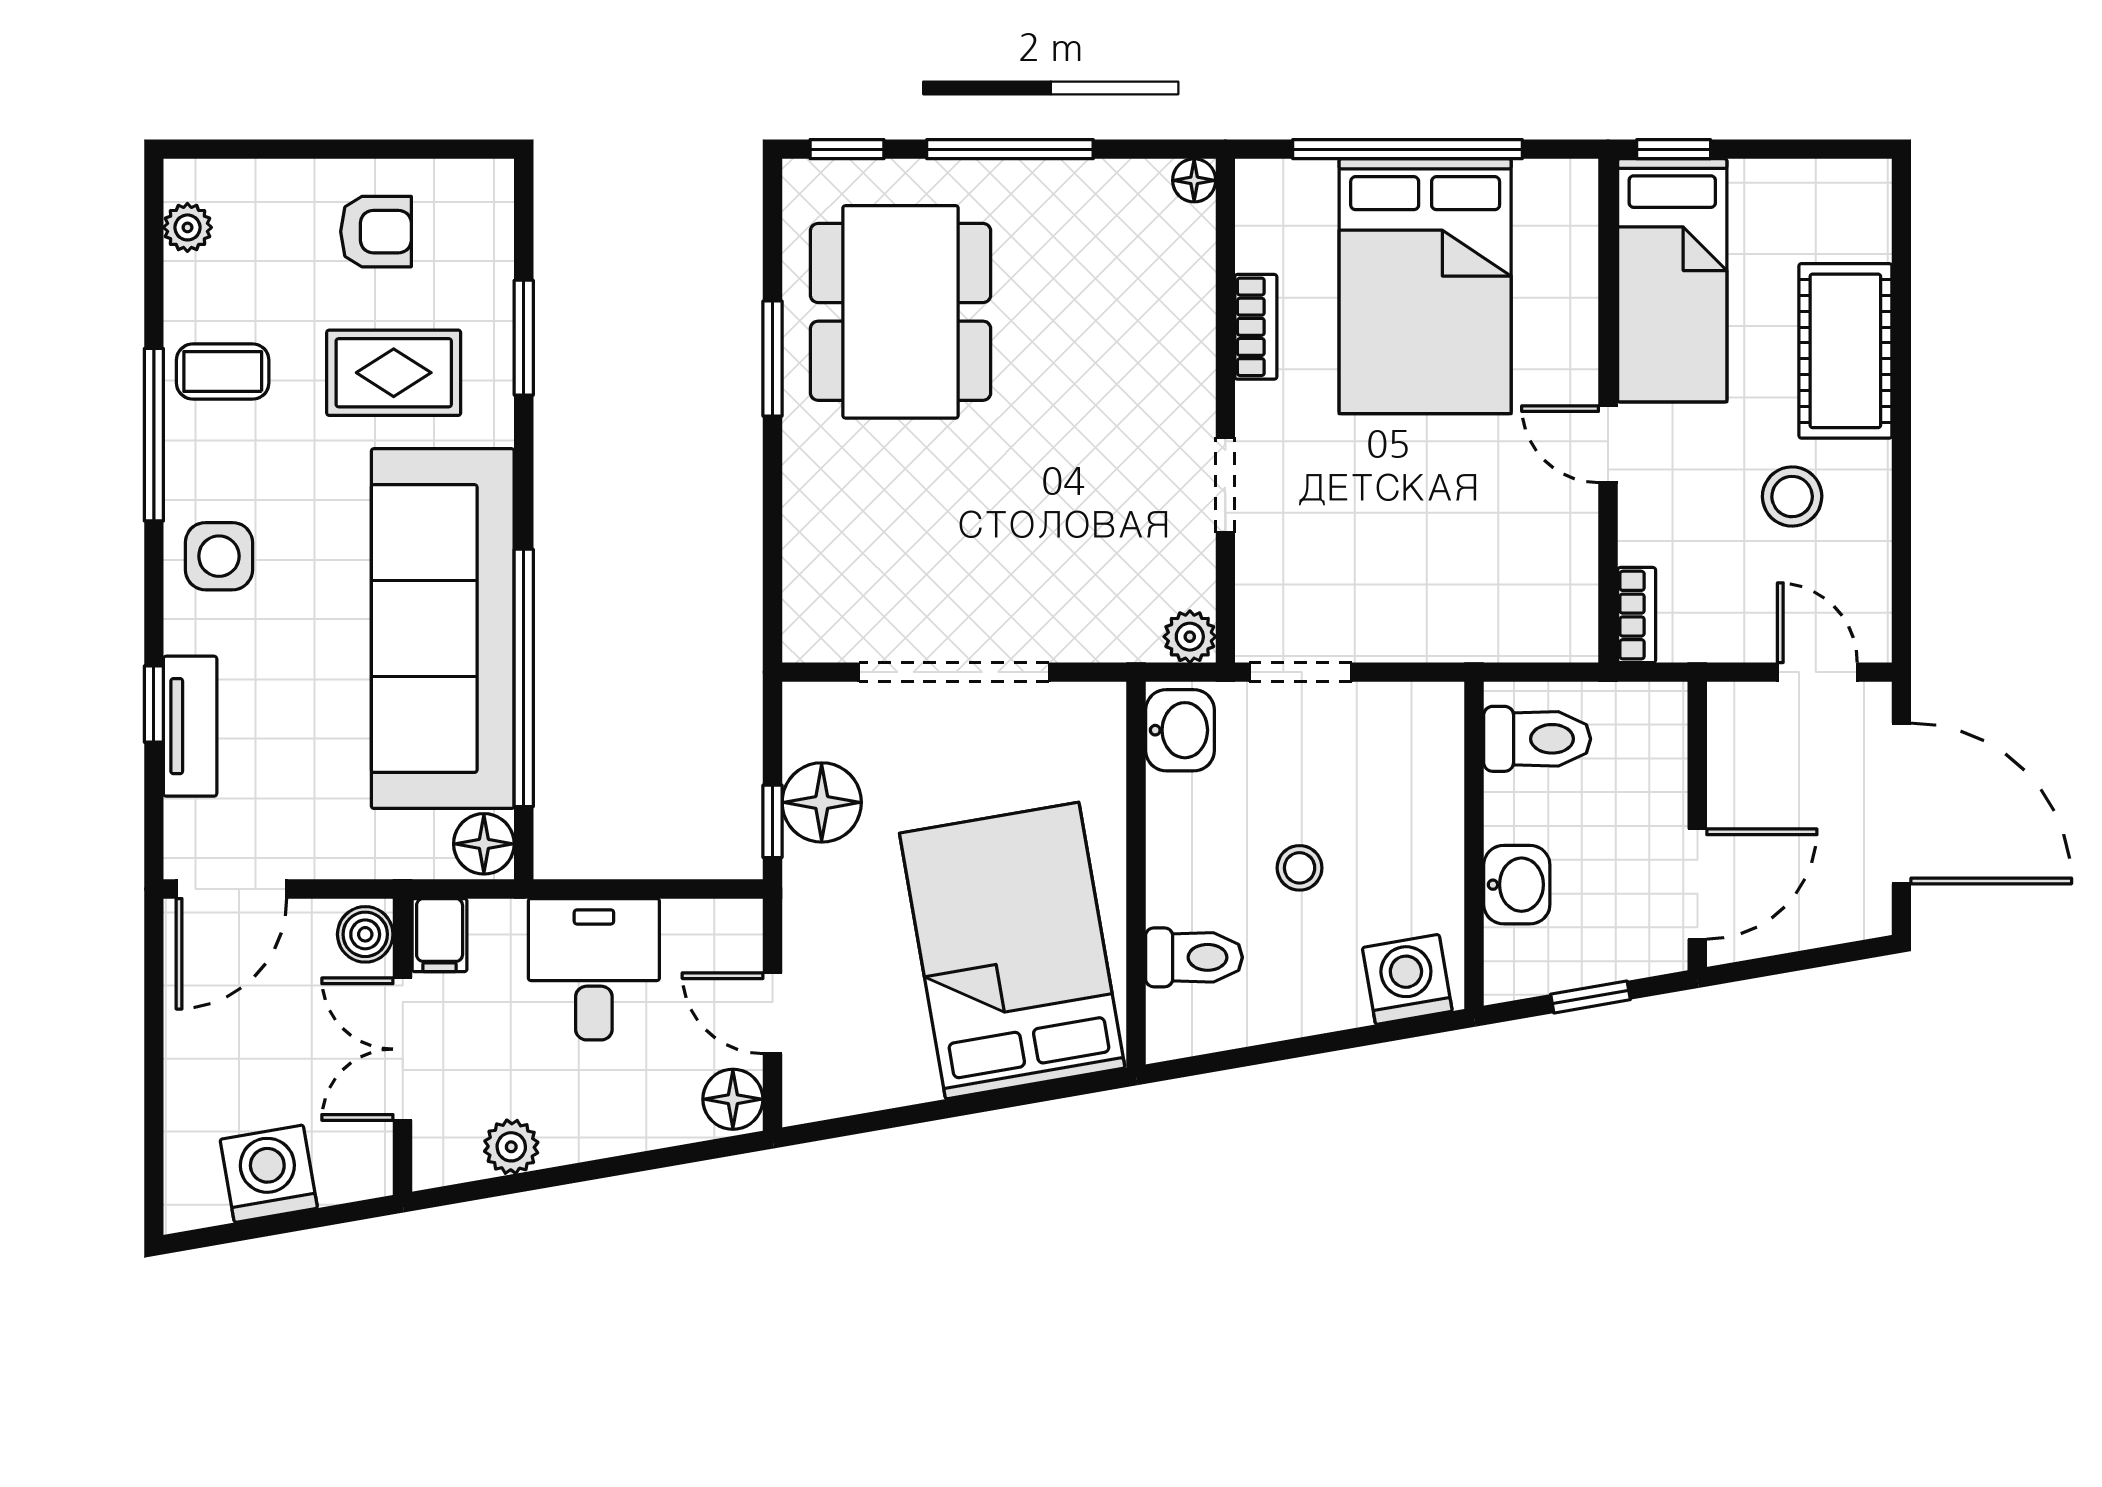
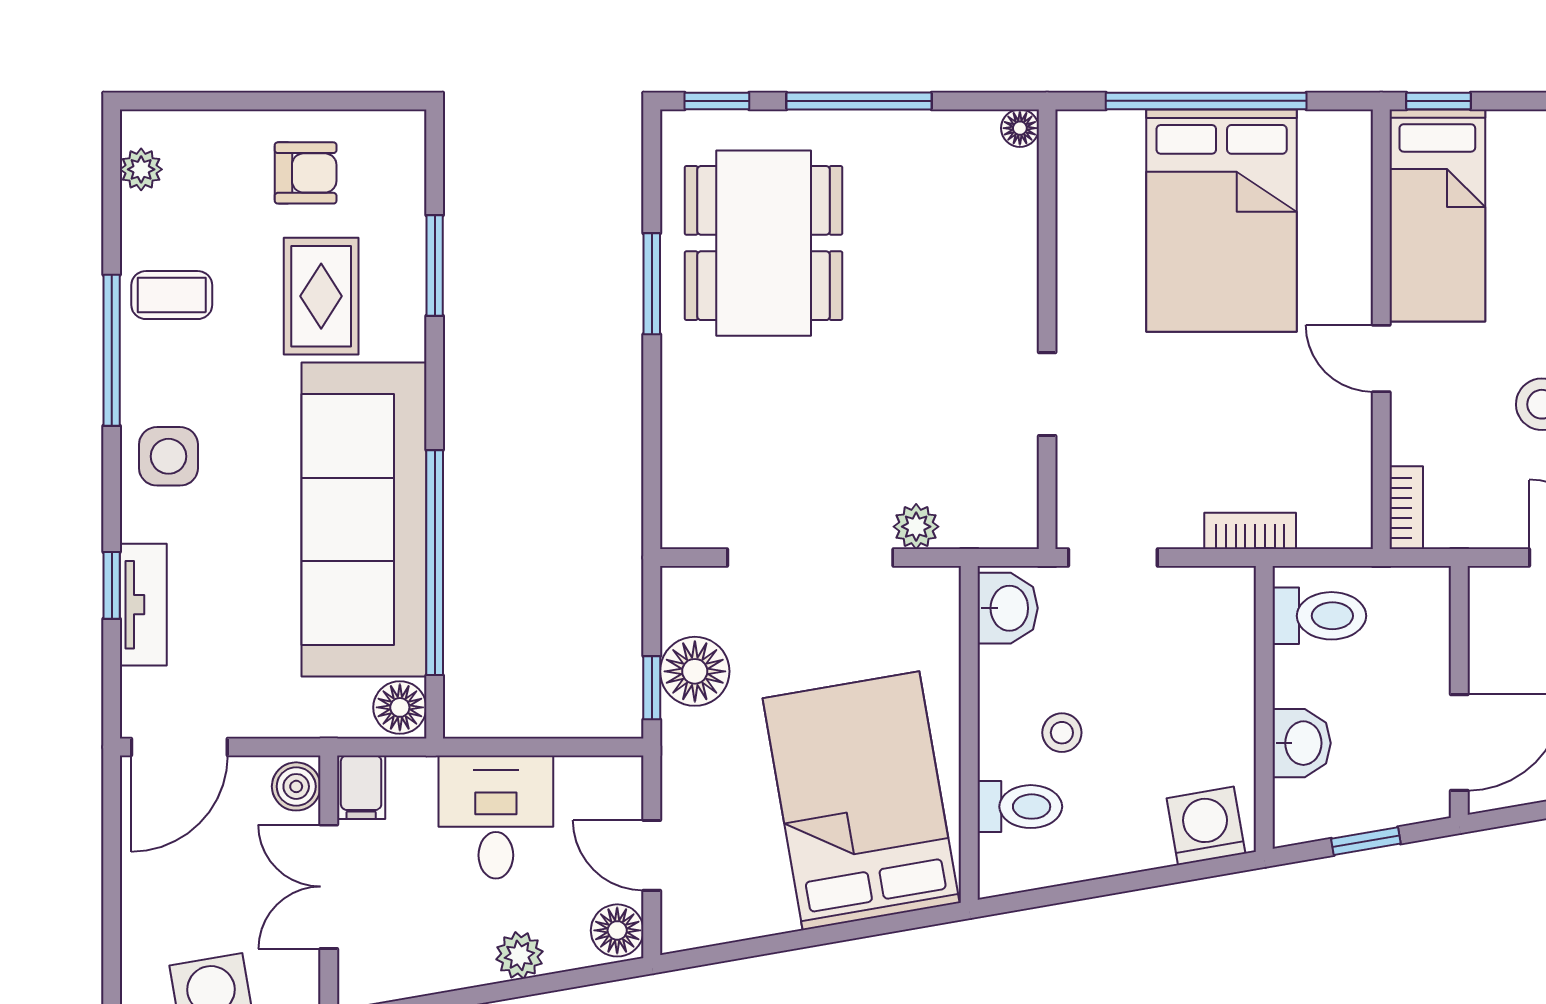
bookcase: (1256, 327) -> (1250, 531), moved, turned -90
rug: (394, 373) -> (321, 296), turned 90
plant: (1190, 637) -> (916, 527), moved
stool: (1300, 868) -> (1062, 733), moved
plant: (511, 1147) -> (519, 955), moved

